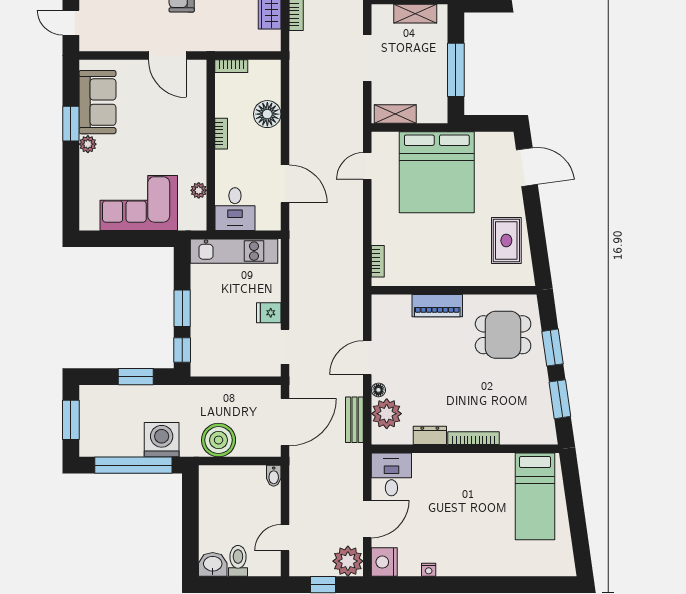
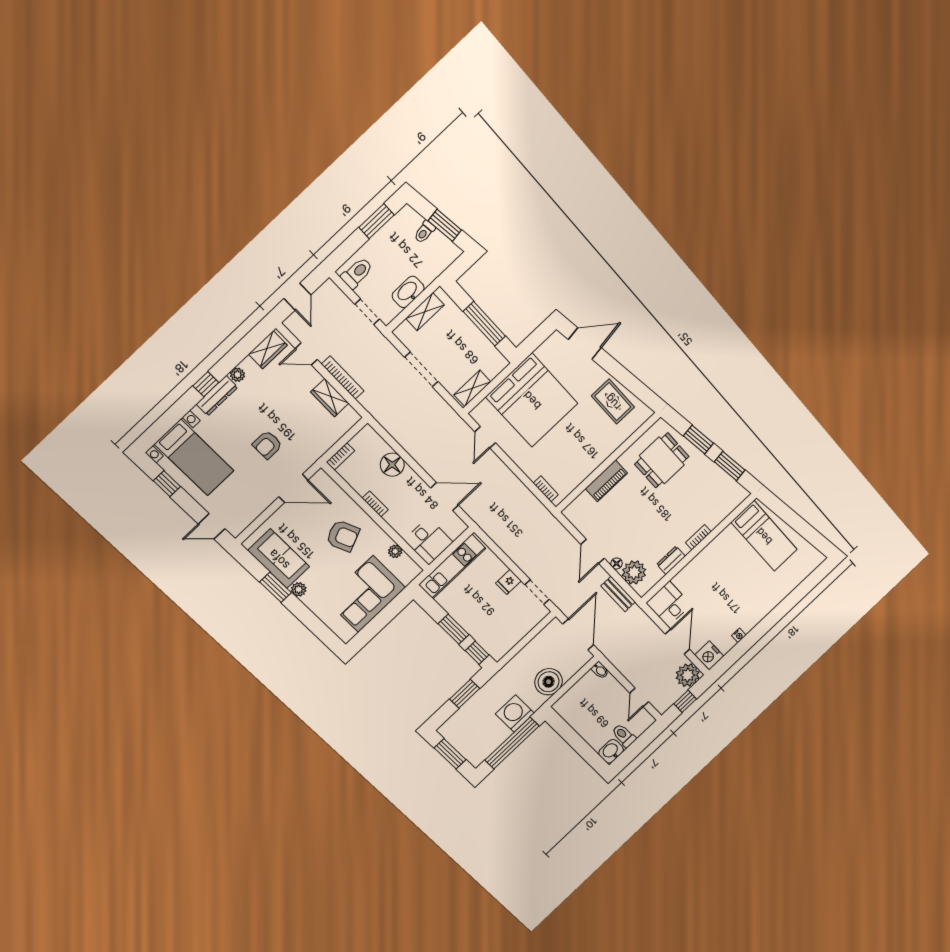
armchair: (168, 134) -> (343, 536), added
bookcase: (474, 438) -> (698, 537), width x0.64

